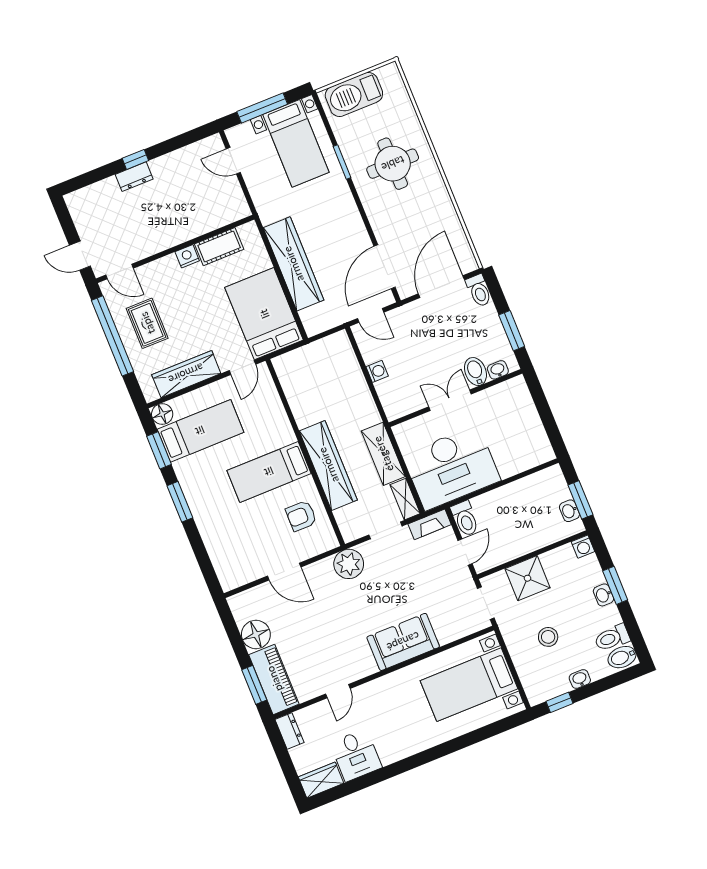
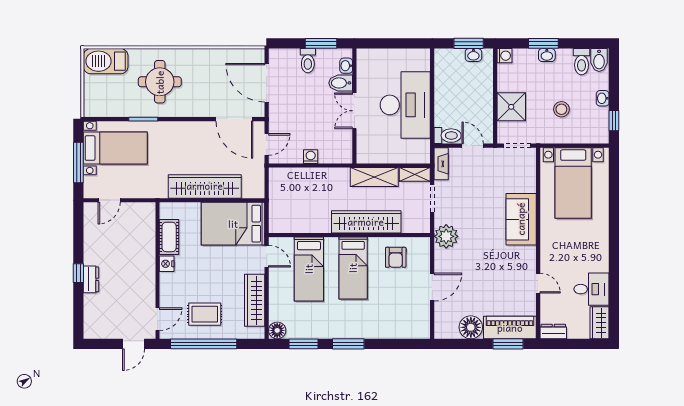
barbecue: (354, 94) -> (106, 61), moved, turned 90
toilet: (479, 291) -> (308, 61), moved, turned 90
bed: (200, 431) -> (309, 269), moved, turned 180
desk: (451, 468) -> (405, 105), moved

